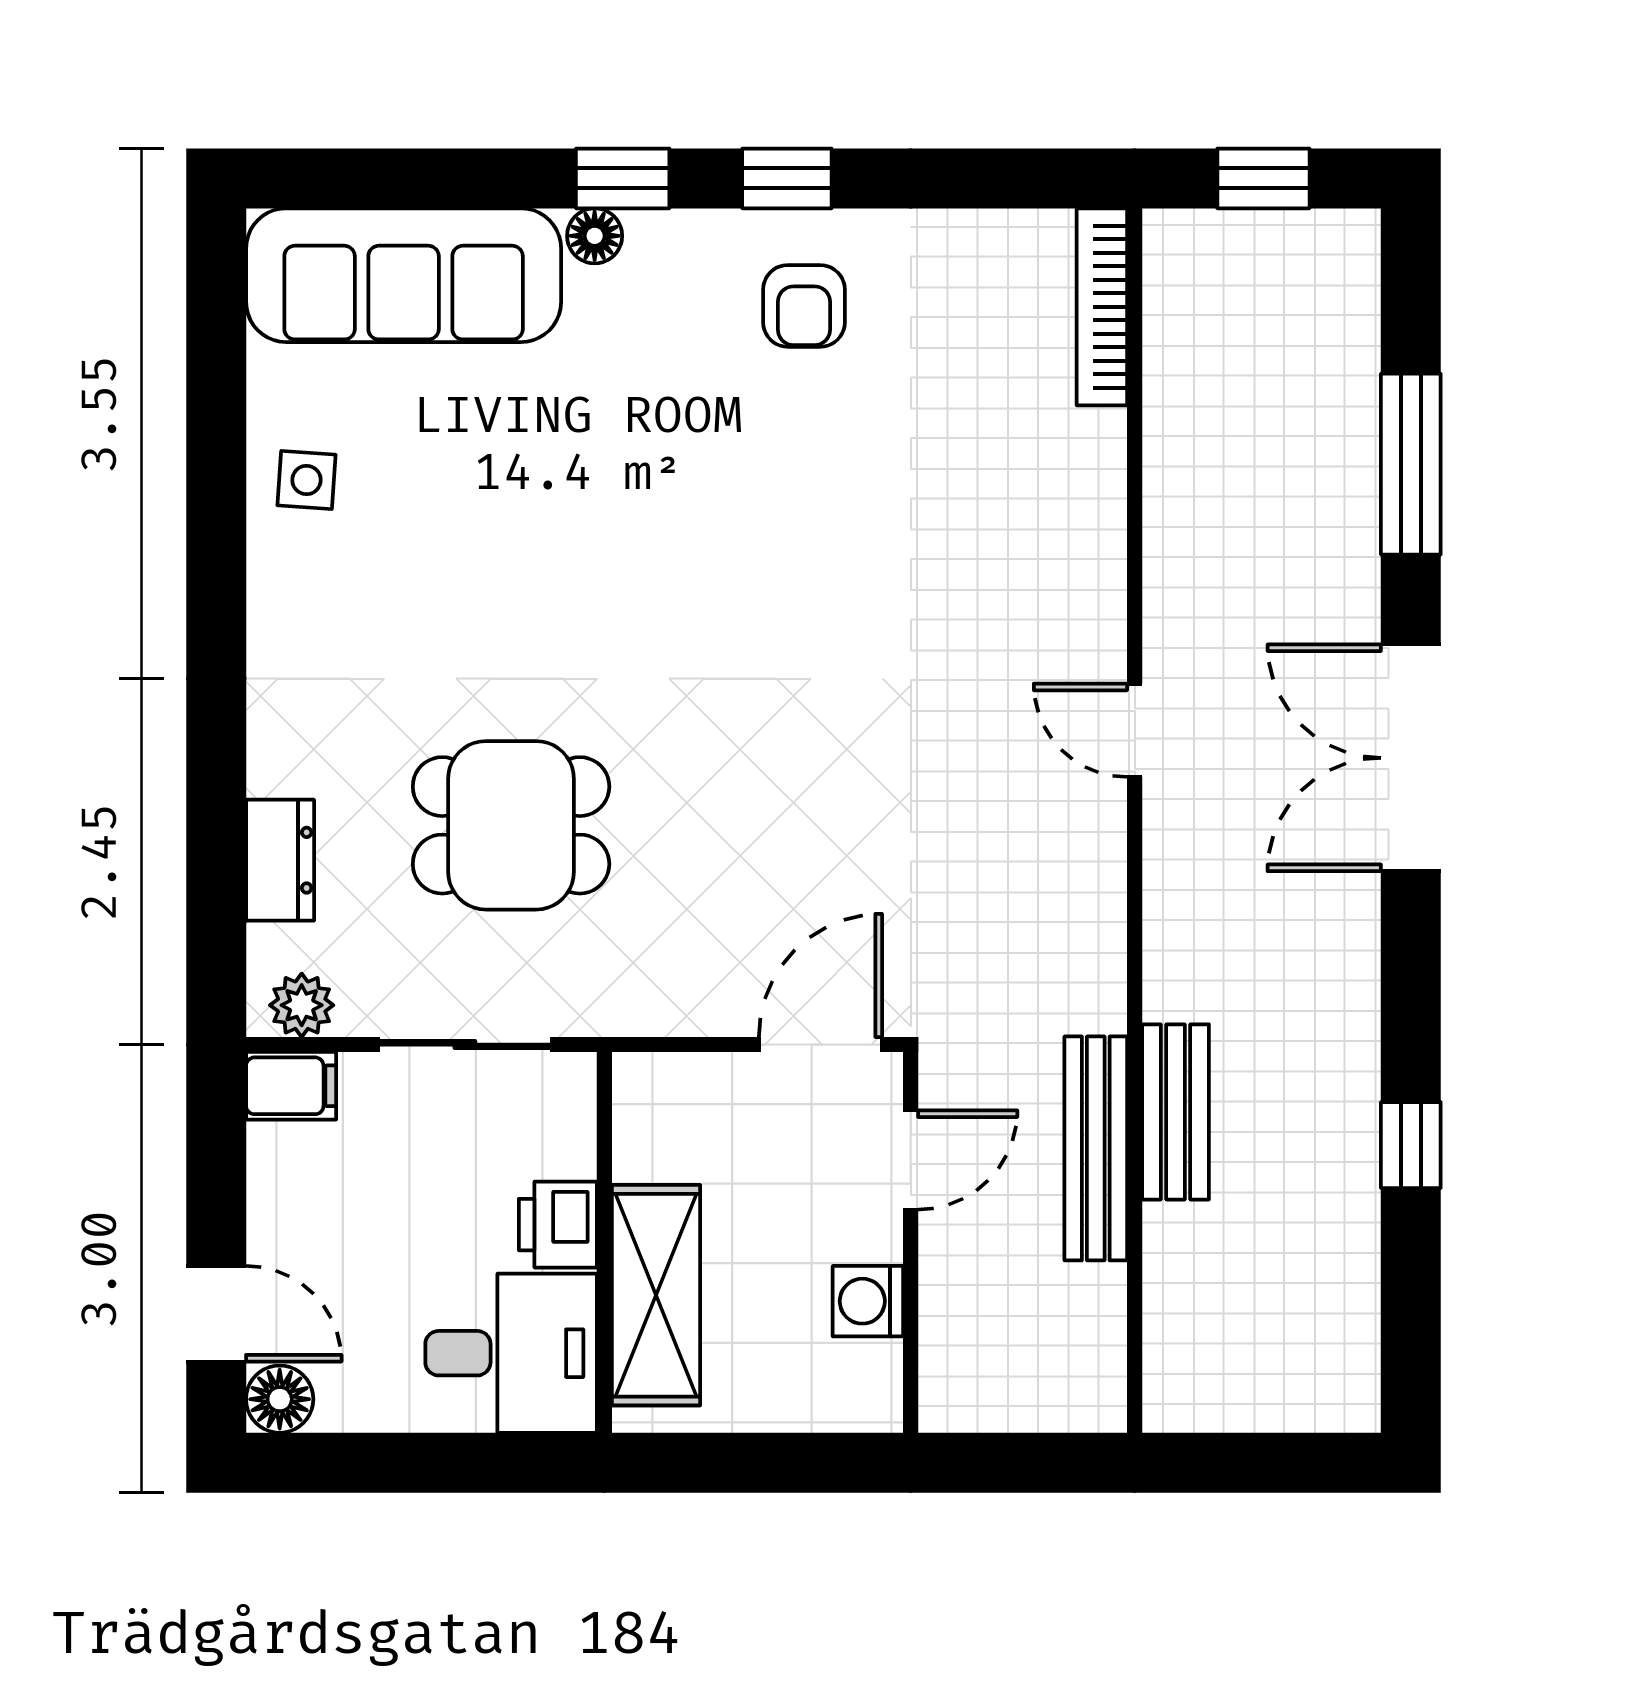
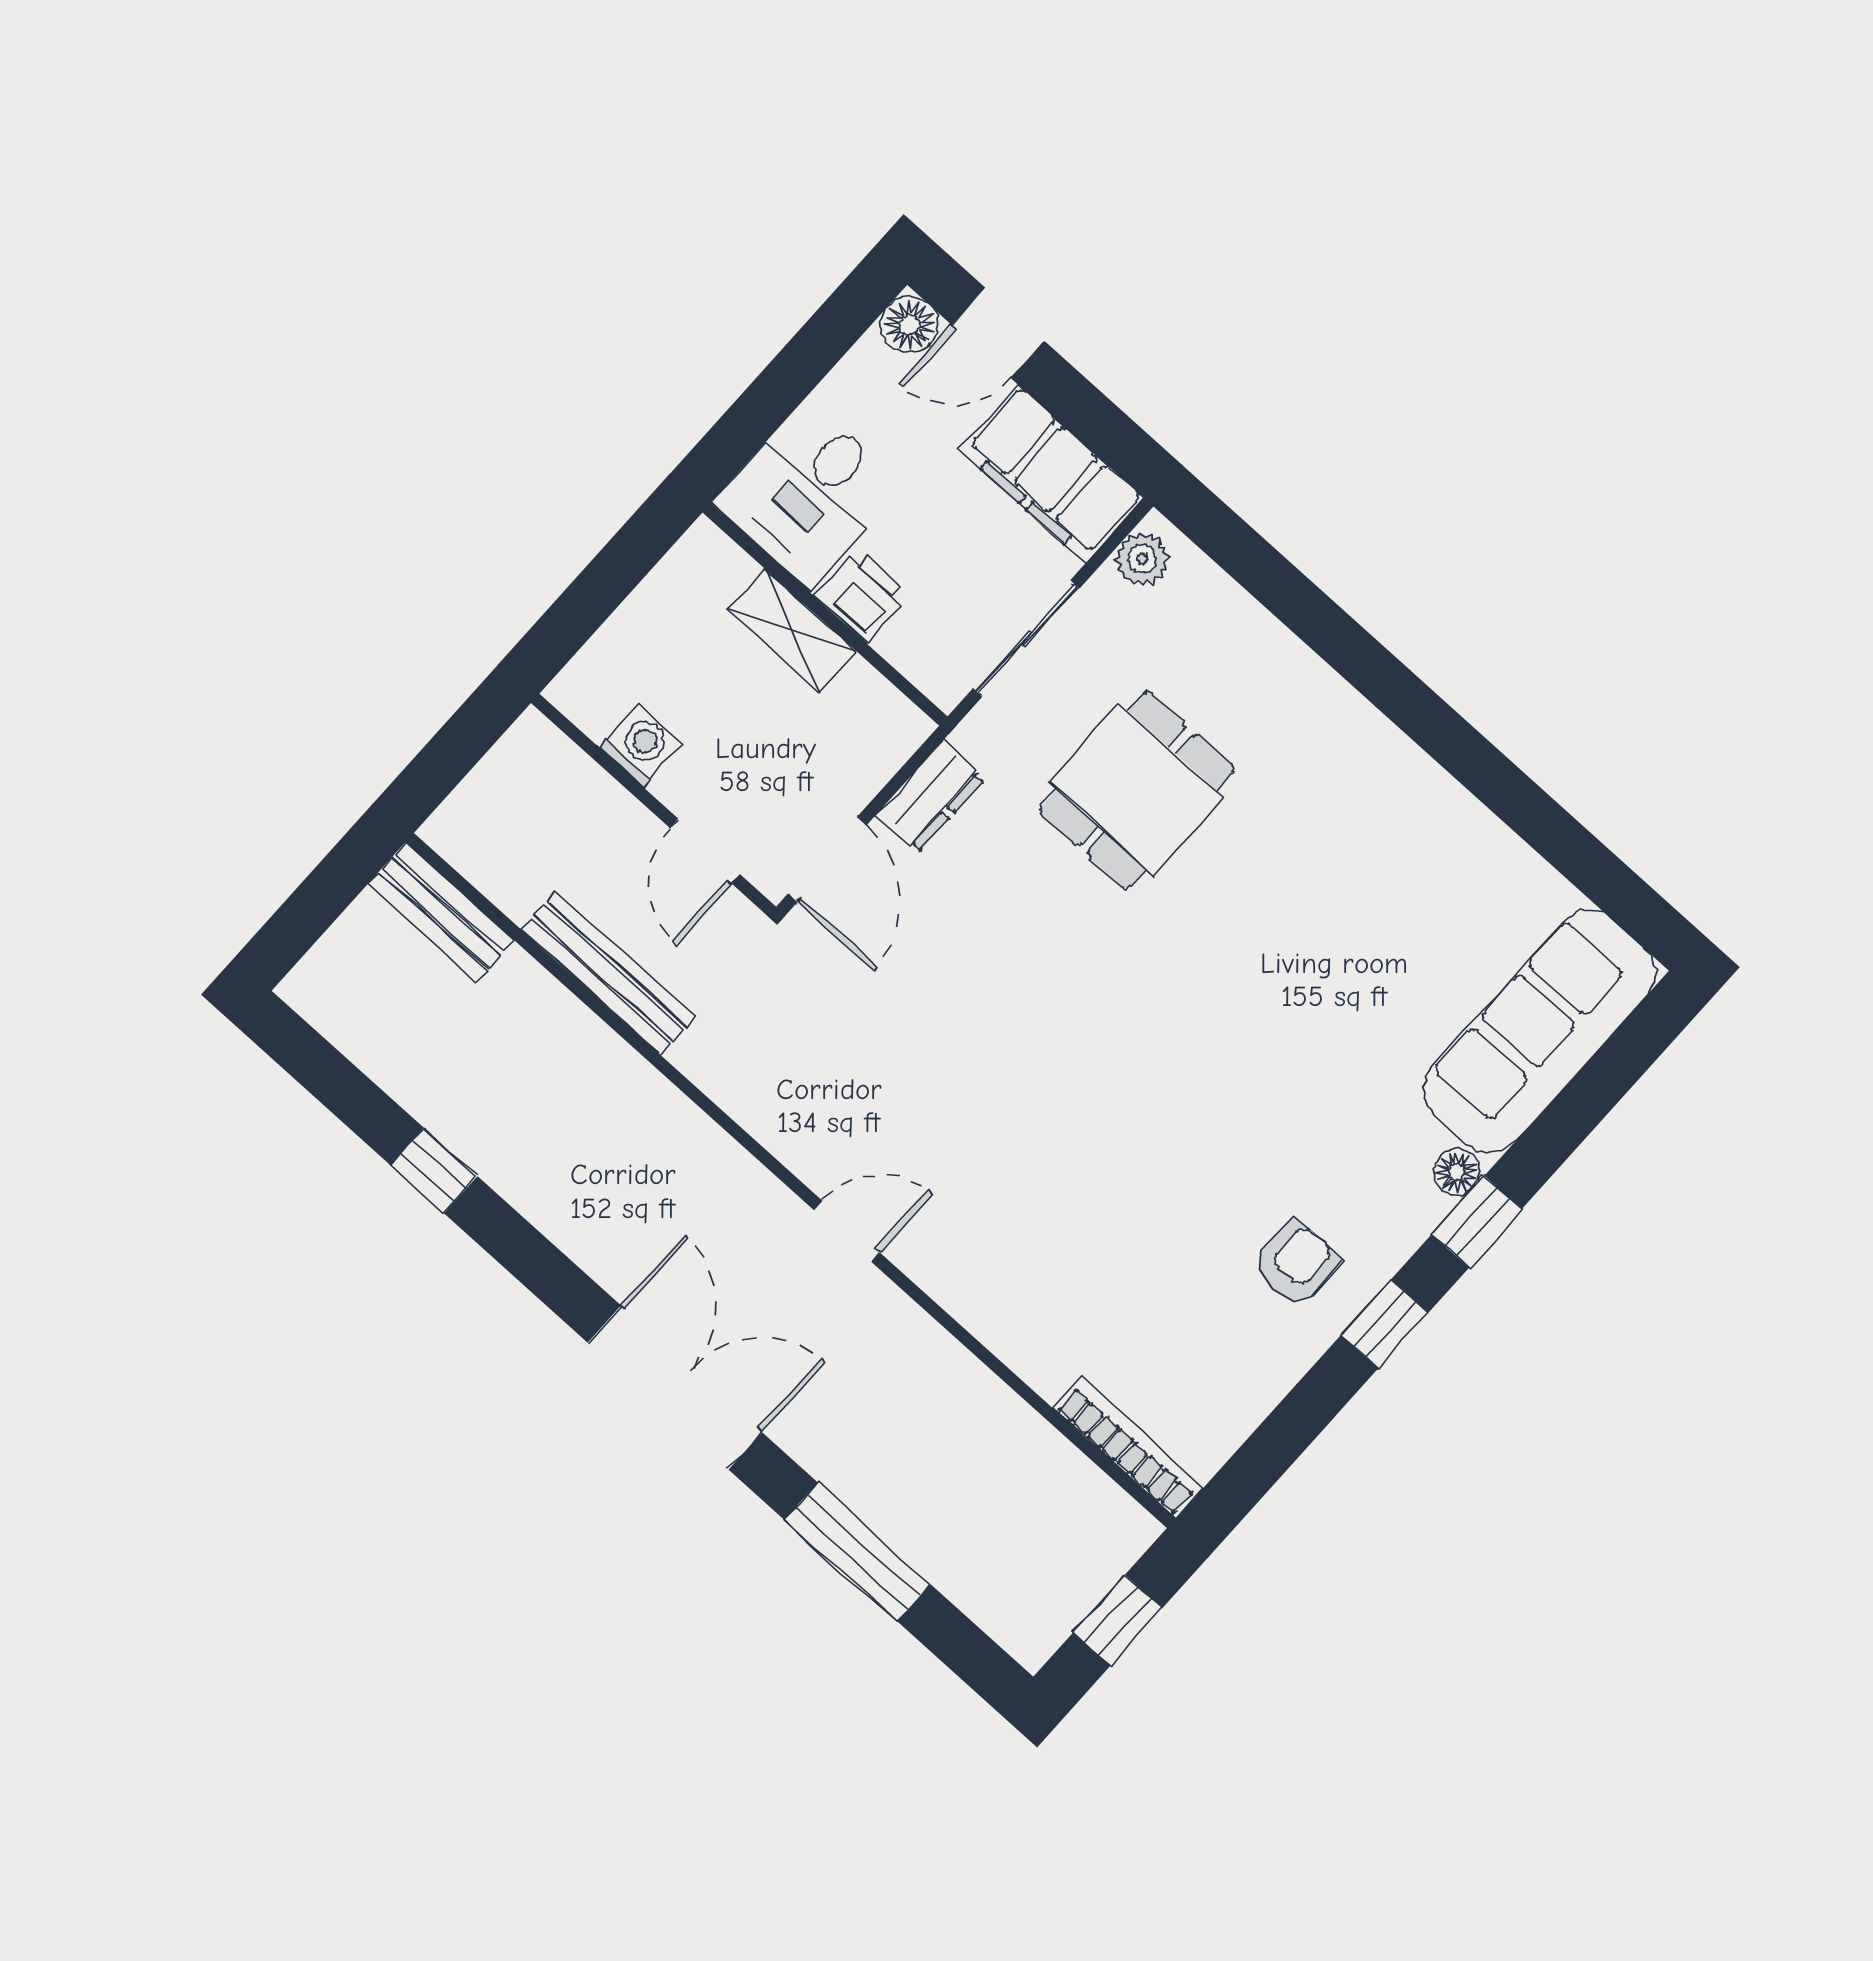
armchair: (804, 306) -> (1296, 1263), turned 90
side table: (306, 480) -> (1466, 856), removed
dresser: (280, 860) -> (930, 797), moved, turned -90
filing cabinet: (291, 1086) -> (1052, 474), width x3.00, depth x1.17
bench: (1176, 1112) -> (441, 912), moved
shelving: (656, 1295) -> (792, 631), width x0.67, depth x0.75

